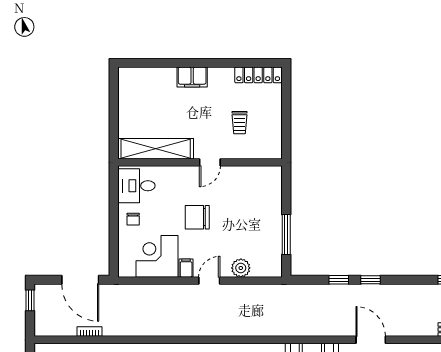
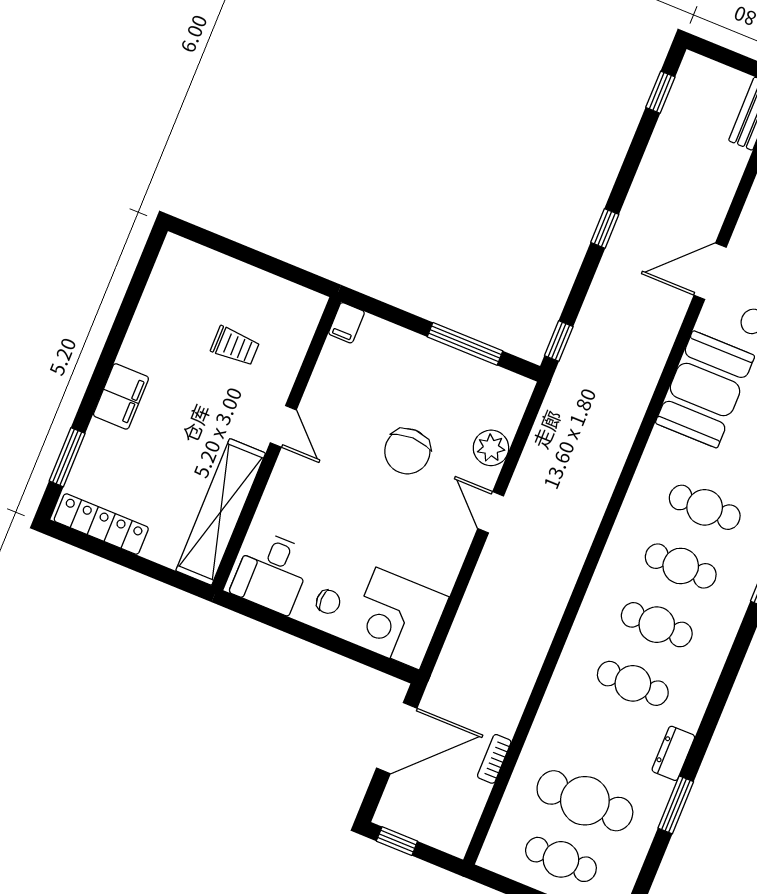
window: (152, 63) -> (67, 457), added
locker: (258, 75) -> (101, 524), moved, turned -90
chair: (197, 217) -> (407, 451), moved
corner desk: (157, 256) -> (398, 619), moved
filing cabinet: (186, 268) -> (346, 323), moved, turned -90
window: (339, 280) -> (559, 341), moved

